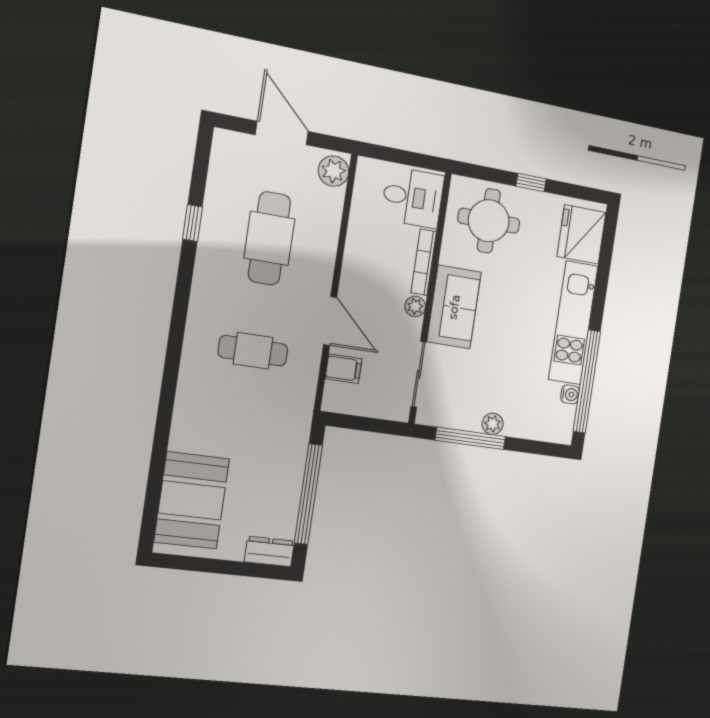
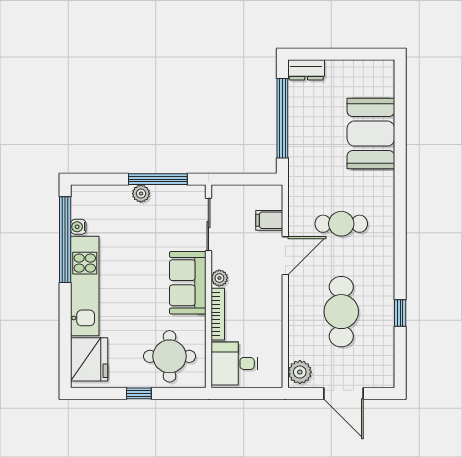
door: (330, 321) -> (285, 256), swing flipped
booth: (192, 500) -> (371, 134), moved

